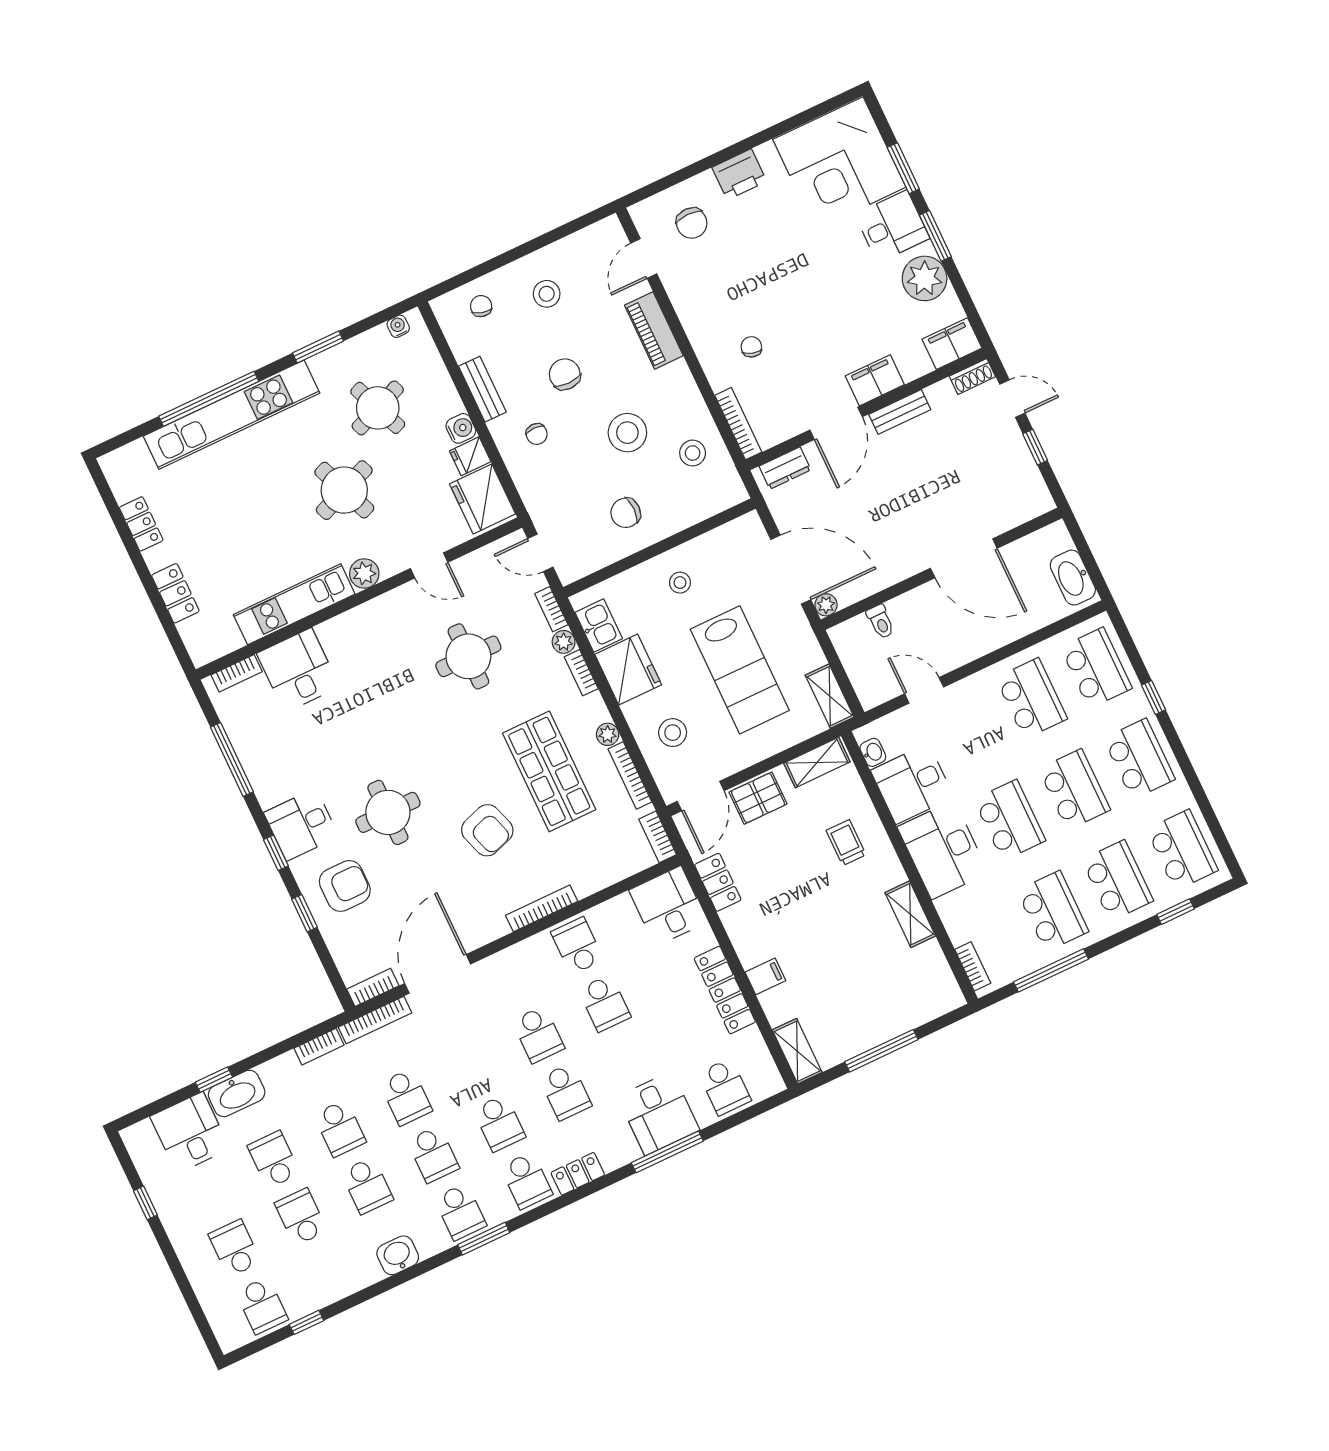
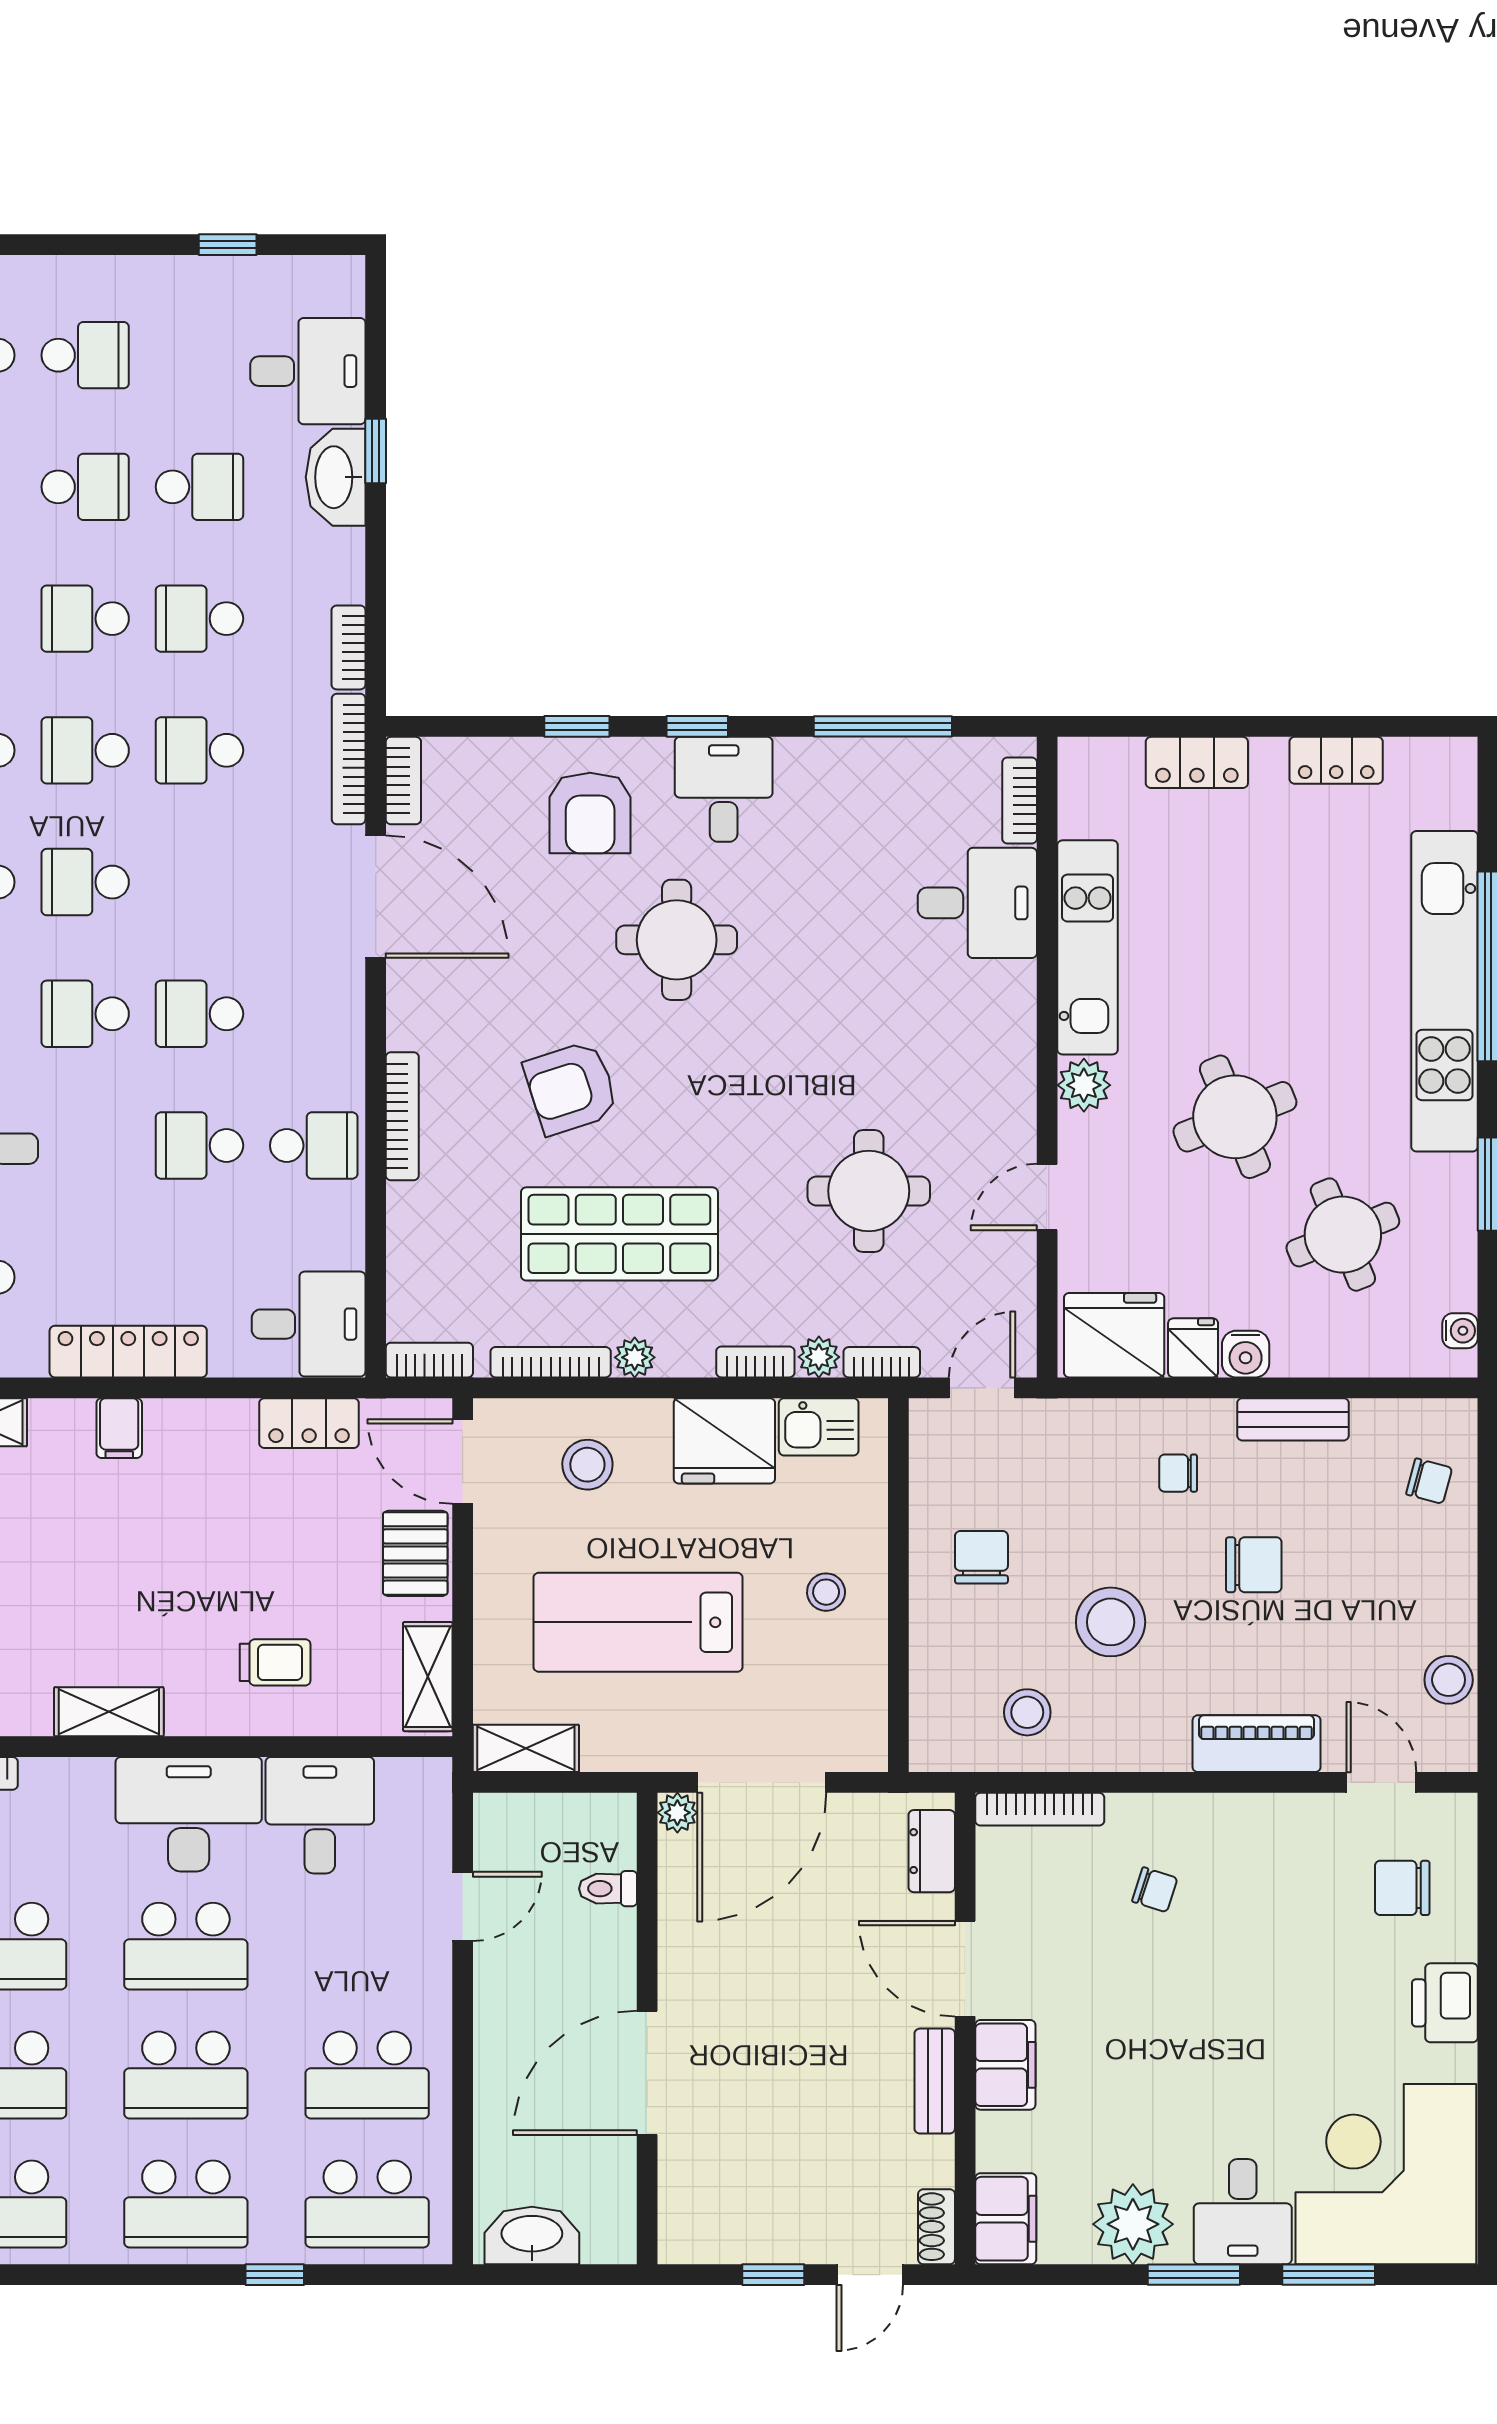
stool: (547, 294) -> (1449, 1680), moved
washbasin: (873, 752) -> (401, 1776), removed

